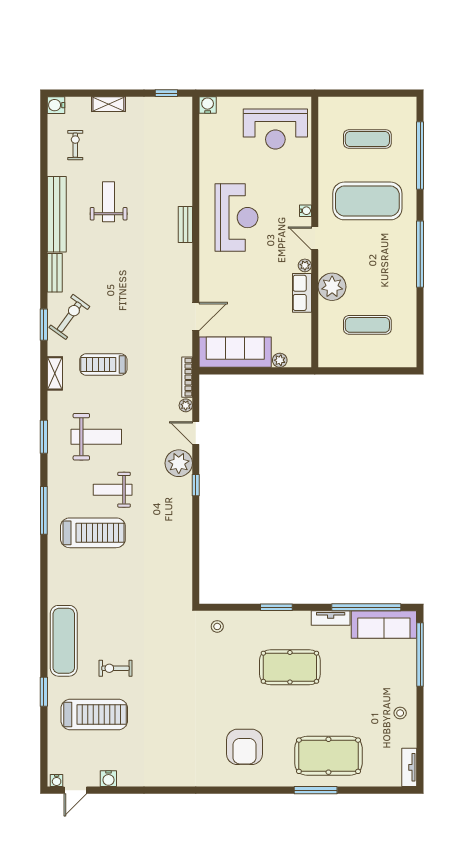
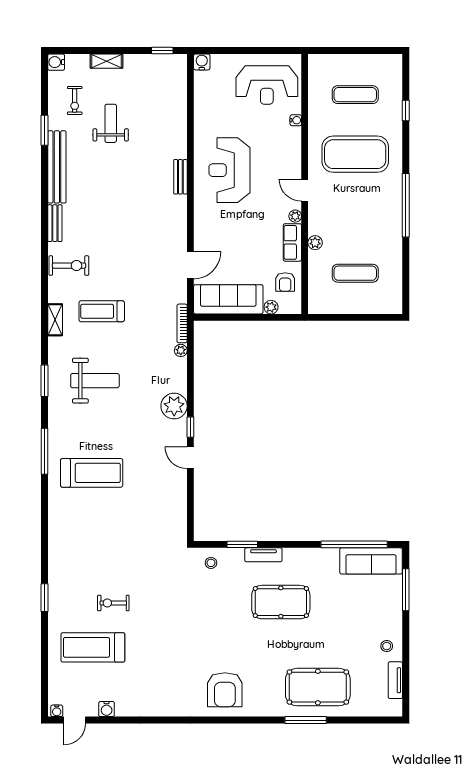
exercise bike: (75, 145) -> (75, 101), turned 180
window: (420, 155) -> (406, 110), width x0.32
weight bench: (109, 202) -> (111, 123), moved
water cooler: (306, 211) -> (296, 120), moved
reception desk: (236, 218) -> (230, 170), turned 180
plant: (332, 287) -> (315, 243), width x0.53, depth x0.53
exercise bike: (69, 317) -> (69, 266), turned 54
window: (44, 325) -> (44, 130), moved
armchair: (294, 334) -> (285, 282), added
door: (196, 433) -> (190, 458), moved
weight bench: (113, 490) -> (110, 432), removed
window: (276, 607) -> (242, 544), moved
tv unit: (331, 618) -> (263, 555), moved
exercise mat: (64, 641) -> (64, 577), removed
window: (420, 654) -> (406, 590), width x0.68
window: (44, 692) -> (44, 598), moved
treadmill: (94, 714) -> (93, 647), turned 180
armchair: (245, 747) -> (225, 690), moved
tv unit: (409, 767) -> (395, 680), moved

